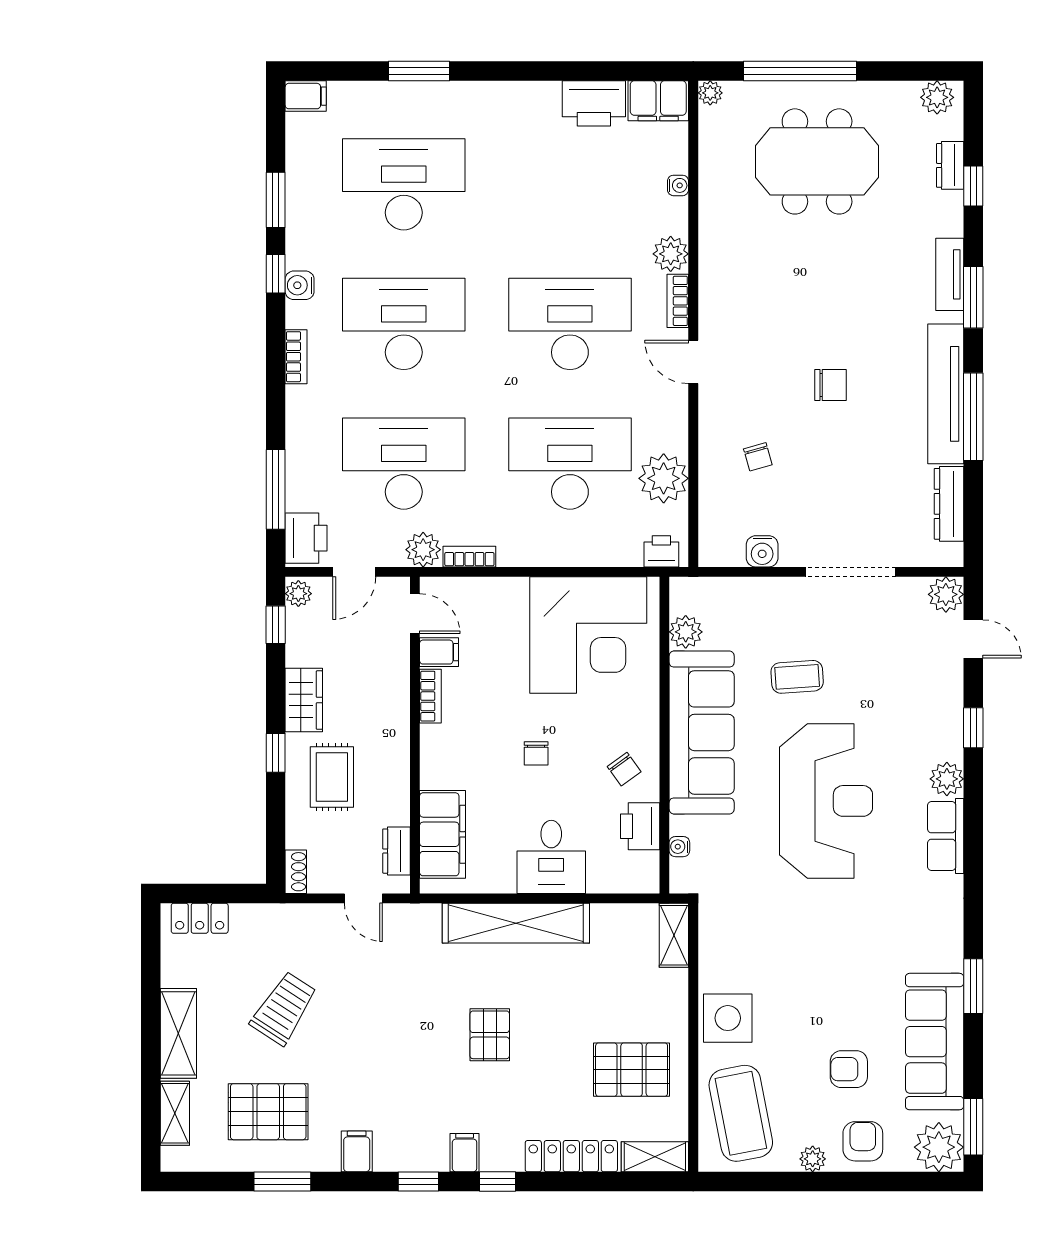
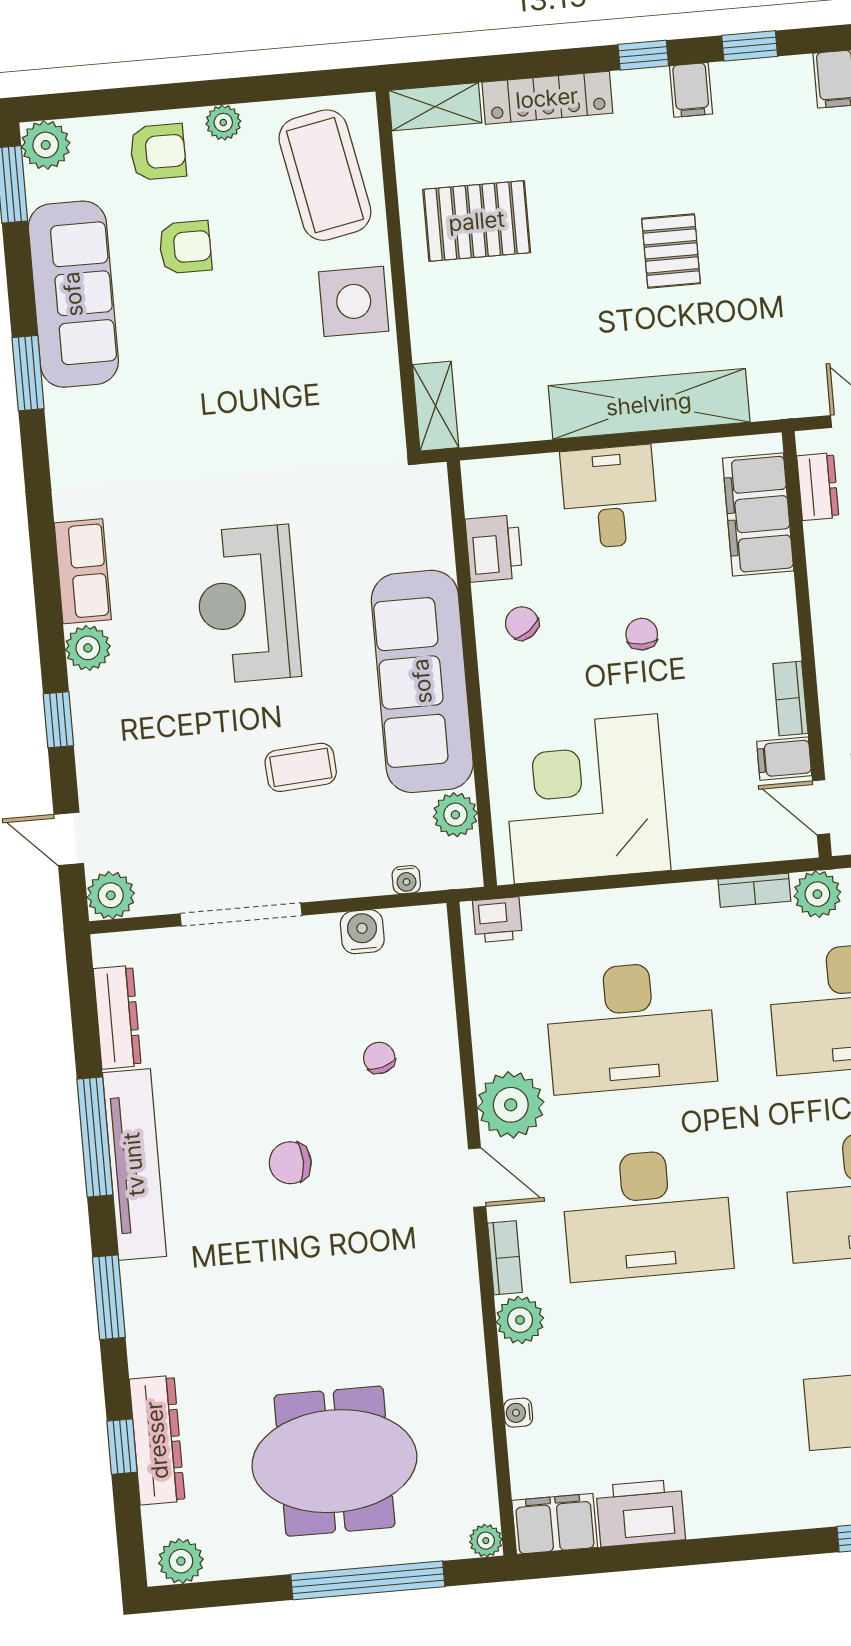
dresser: (950, 165) -> (157, 1440), width x1.96, depth x1.24
tv unit: (950, 274) -> (143, 1325), removed
plant: (664, 478) -> (511, 1105), moved
reception desk: (826, 801) -> (247, 604), width x0.74, depth x0.77
water cooler: (679, 847) -> (406, 880), moved, turned 90
armchair: (863, 1141) -> (158, 152), turned -90
plant: (939, 1147) -> (46, 145), width x0.73, depth x0.73

